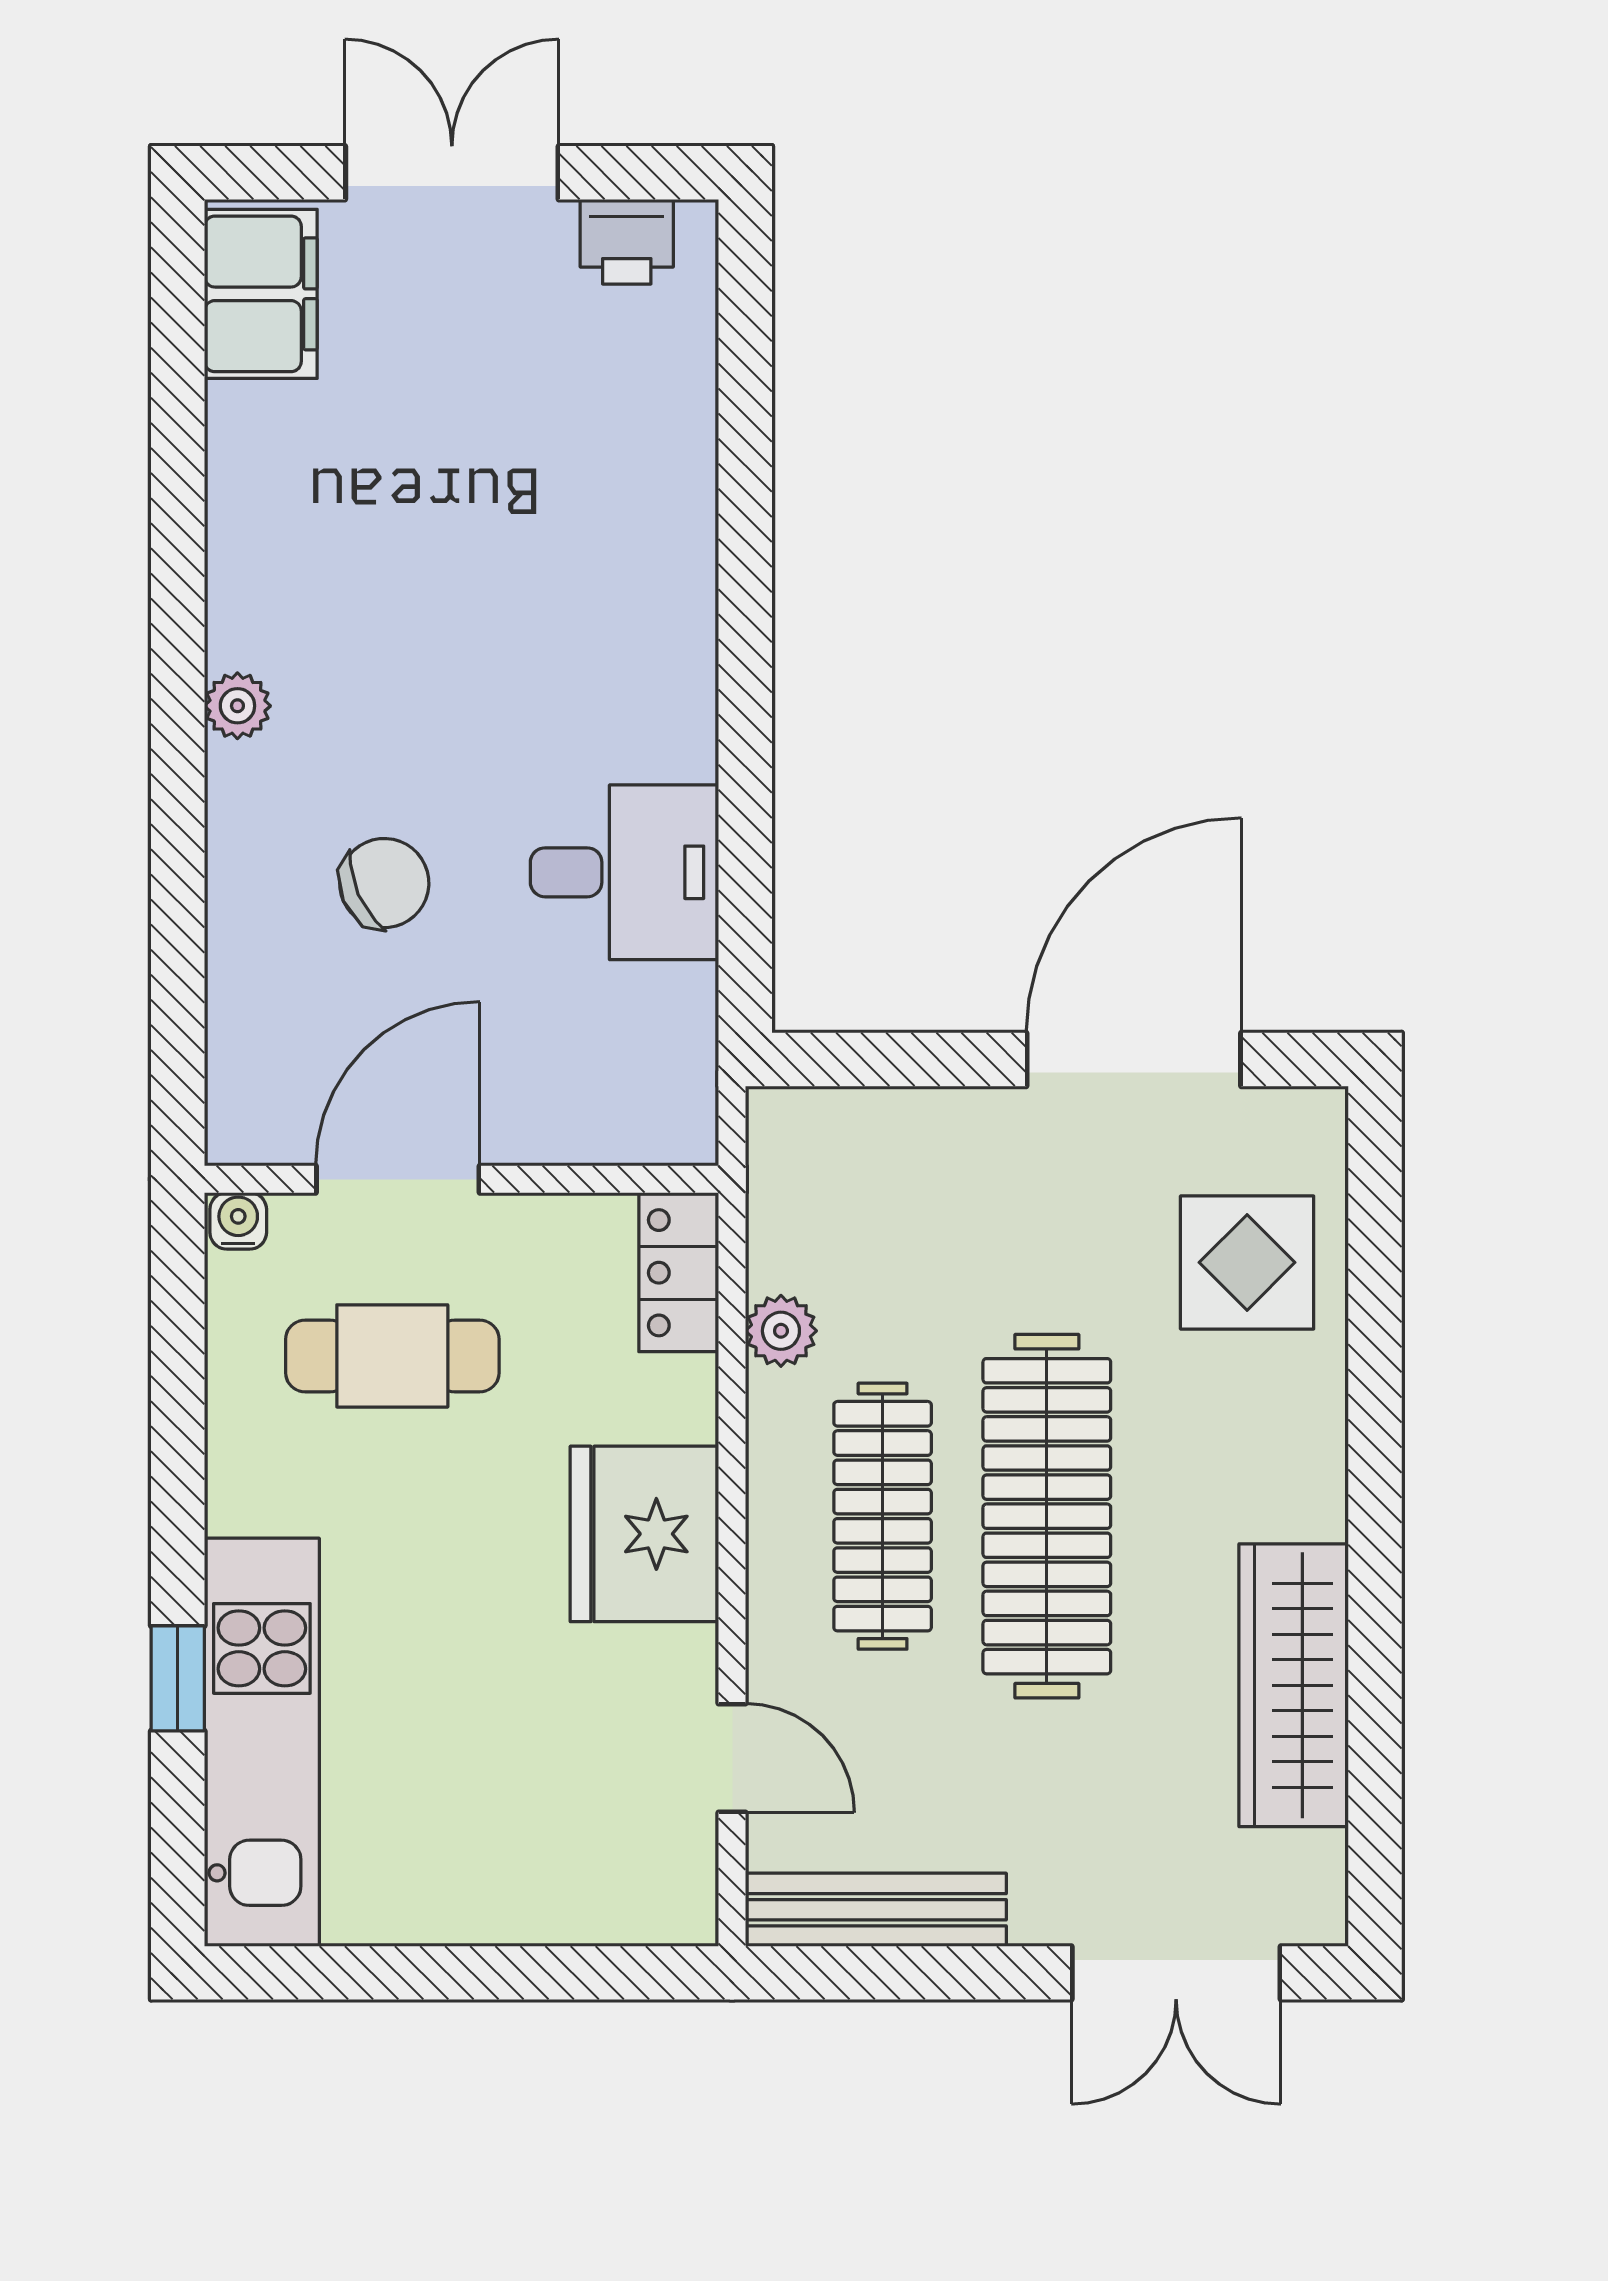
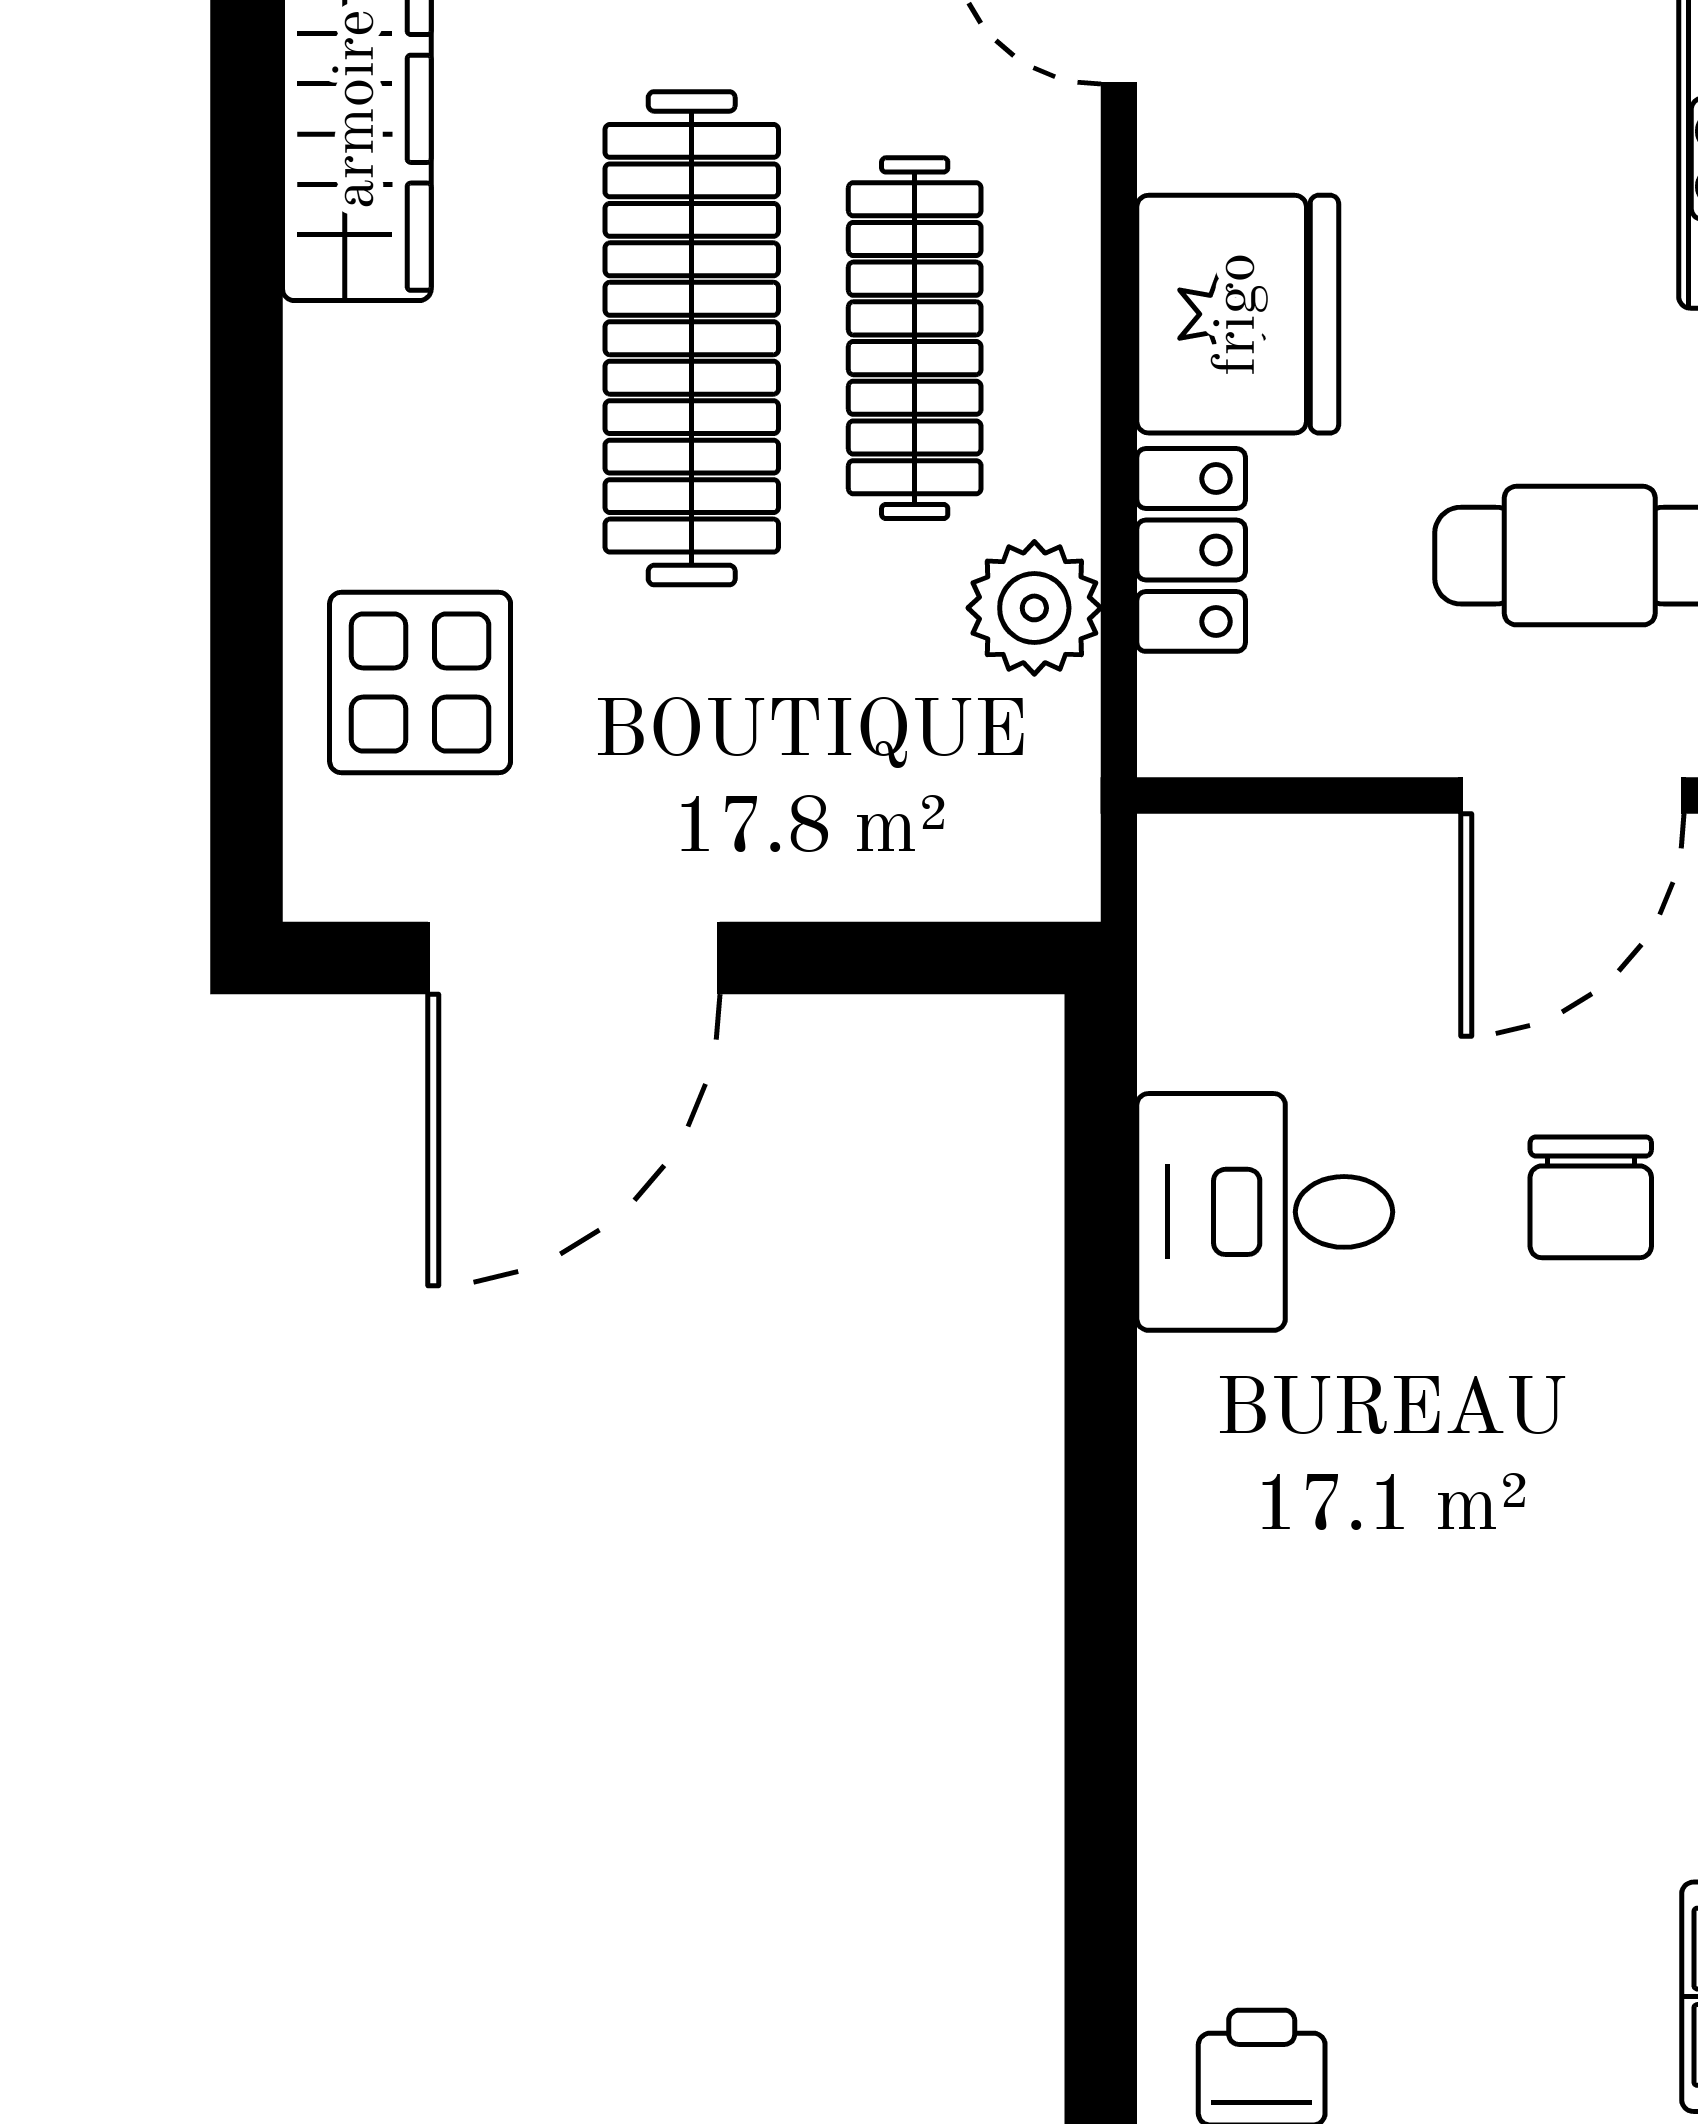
chair: (384, 883) -> (1591, 1197), turned -66
locker: (679, 1273) -> (1191, 550), moved
plant: (781, 1331) -> (1034, 608), width x1.38, depth x1.38

